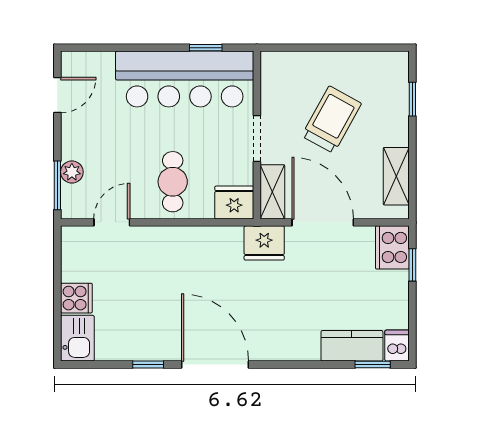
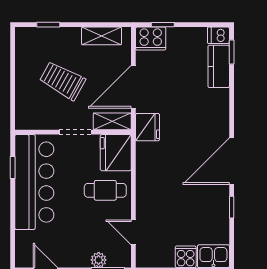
fridge: (234, 203) -> (116, 153), width x1.36, depth x1.34

